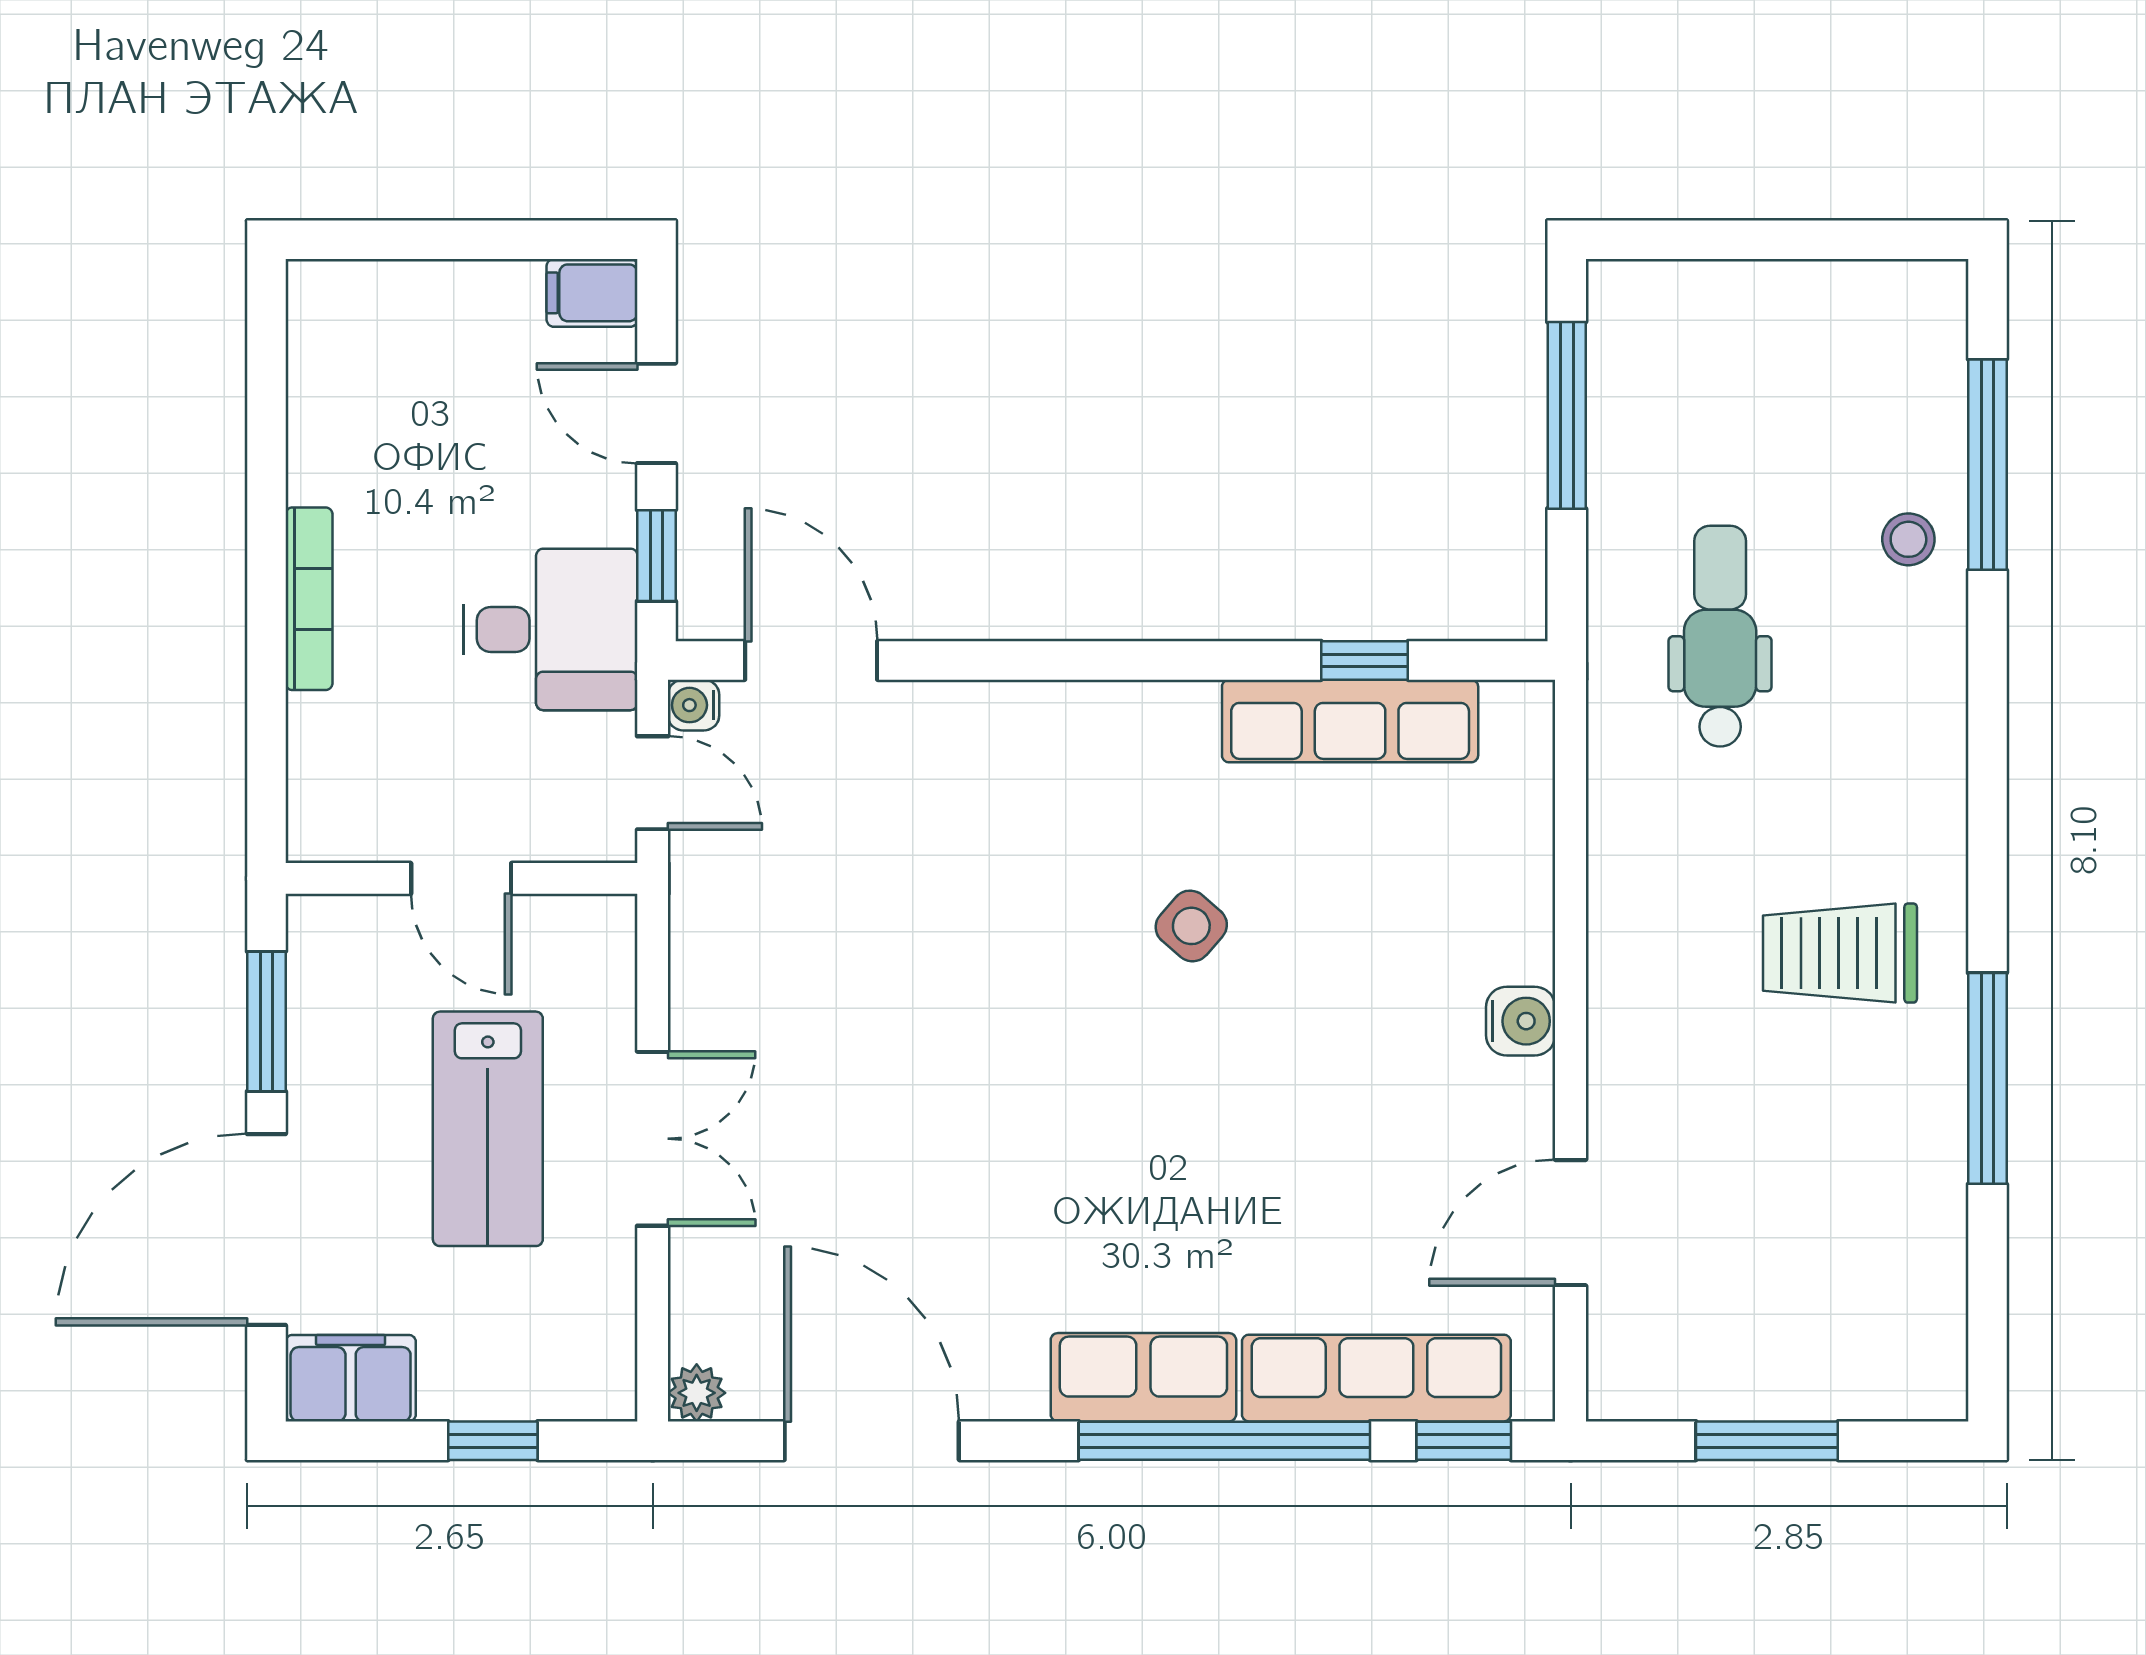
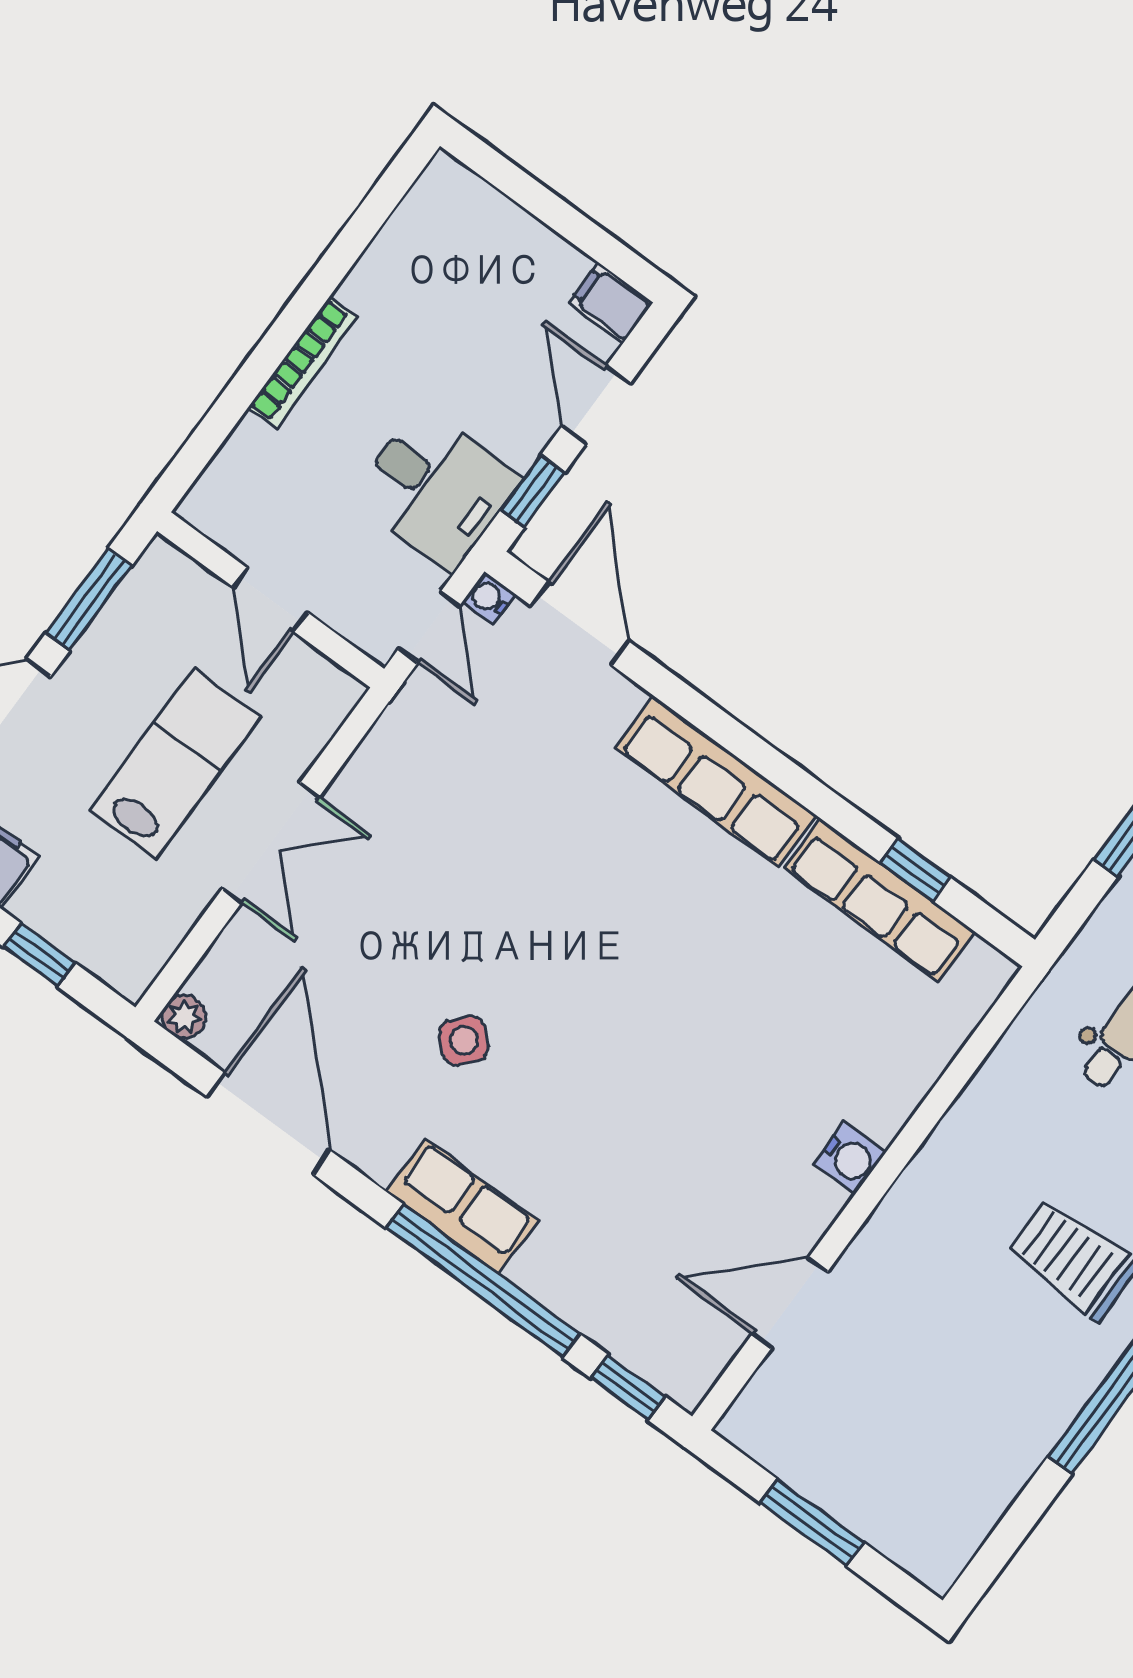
side table: (1191, 926) -> (464, 1040), moved
lab bench: (488, 1129) -> (175, 764), turned 180
row of seats: (1376, 1378) -> (716, 782), moved, turned 180

